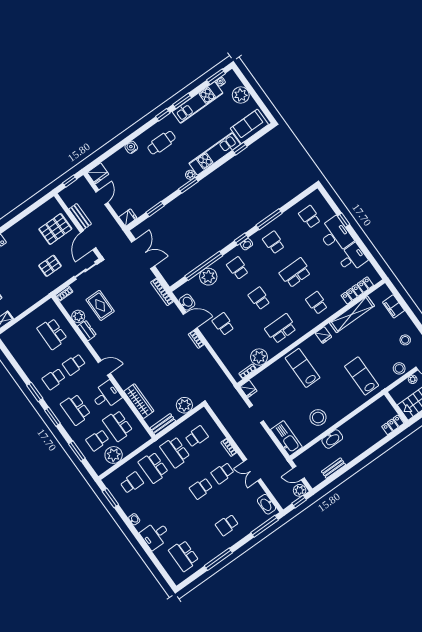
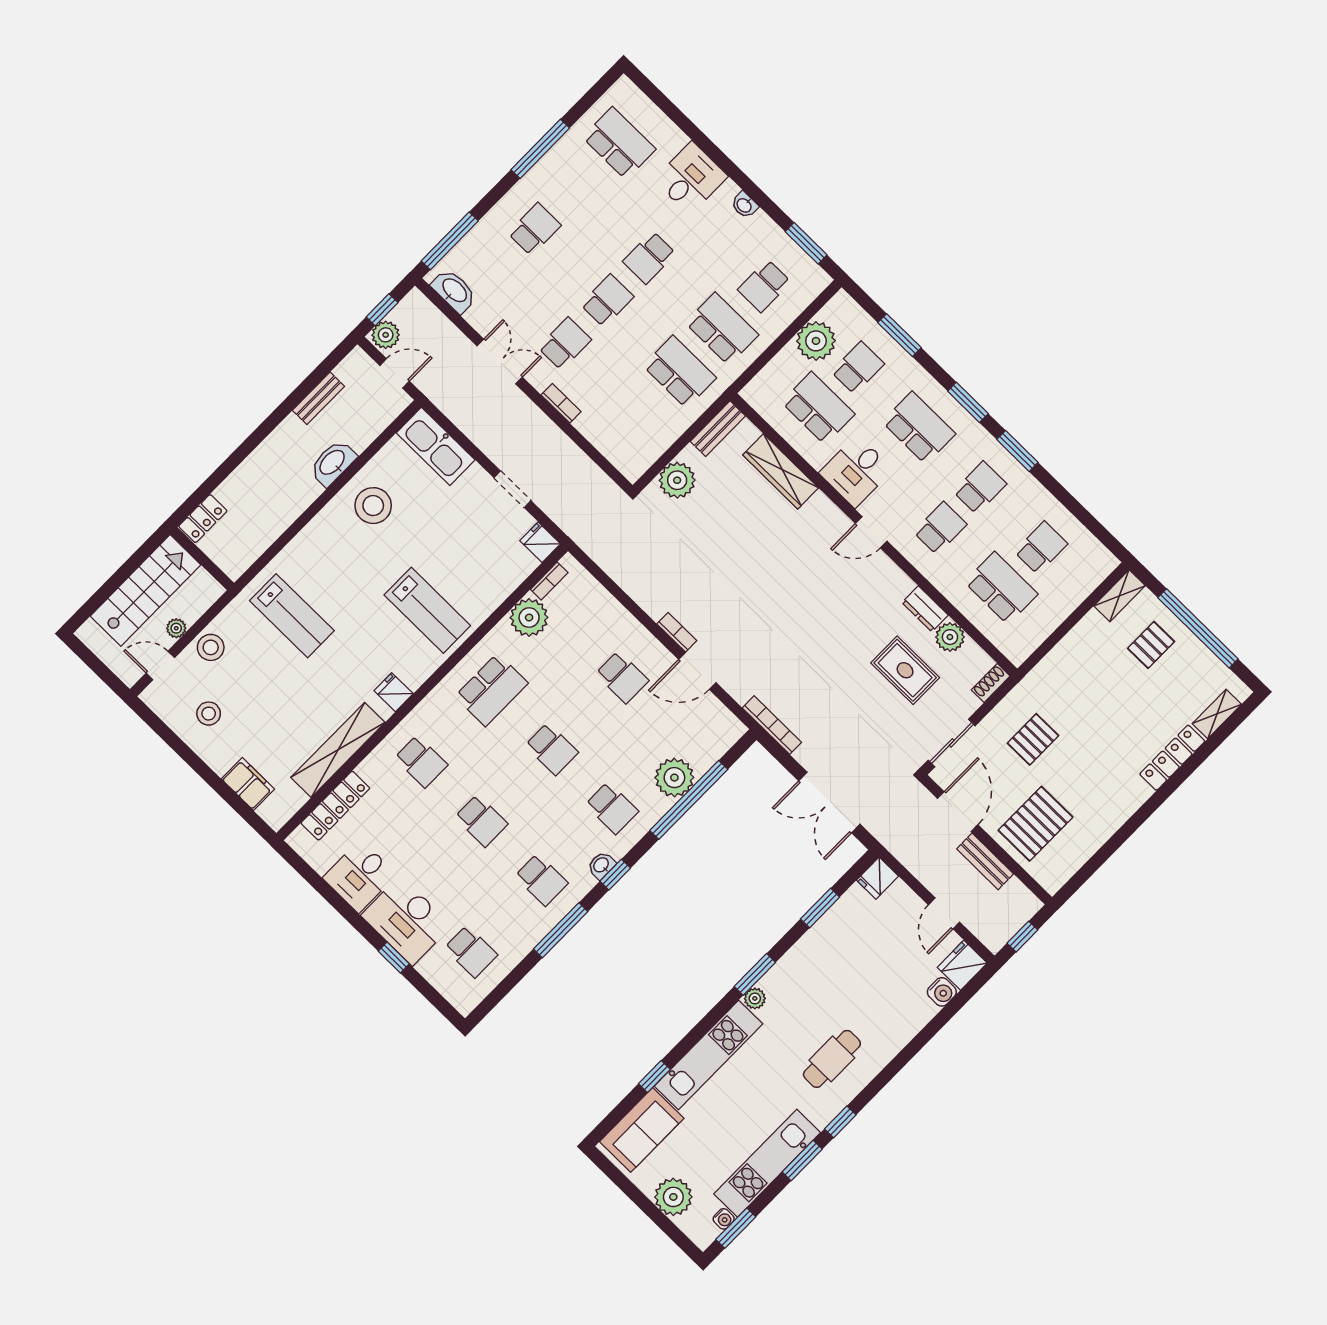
water cooler: (131, 147) -> (942, 992), moved
school desk: (295, 273) -> (481, 821), width x0.54
washbasin: (187, 302) -> (712, 712), removed
school desk: (32, 348) -> (1041, 548), added
school desk: (197, 437) -> (649, 258), moved

